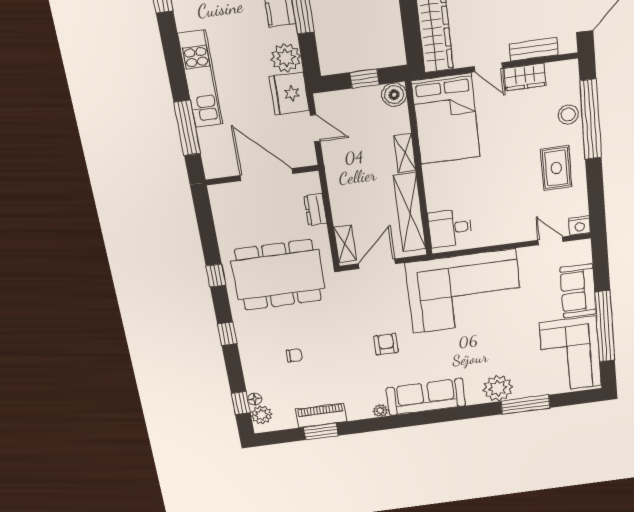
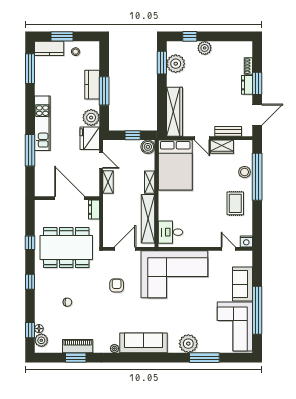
wall: (262, 175) -> (67, 198), moved
door: (267, 175) -> (70, 198), moved
shelving: (345, 244) -> (108, 182), moved
armchair: (386, 344) -> (117, 285), moved

